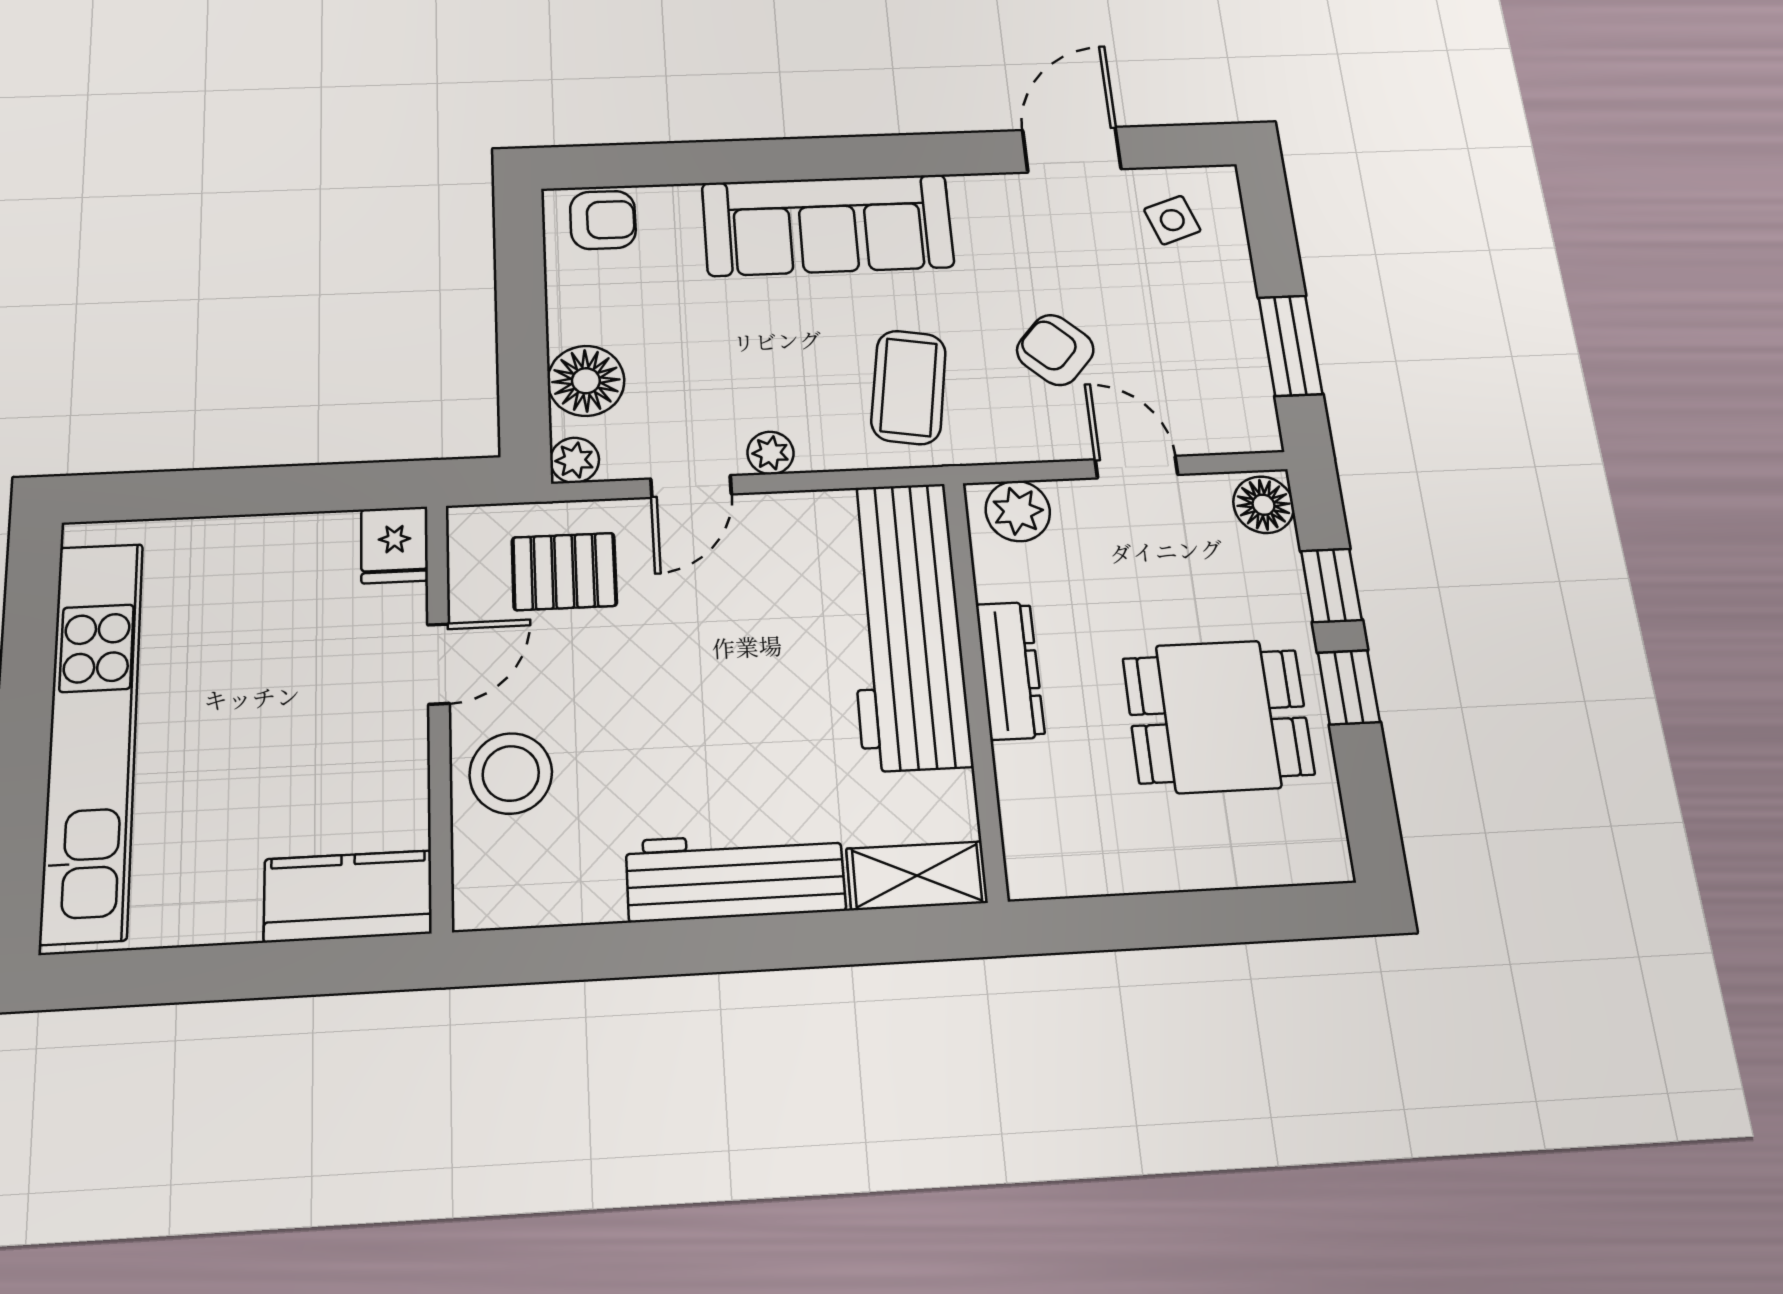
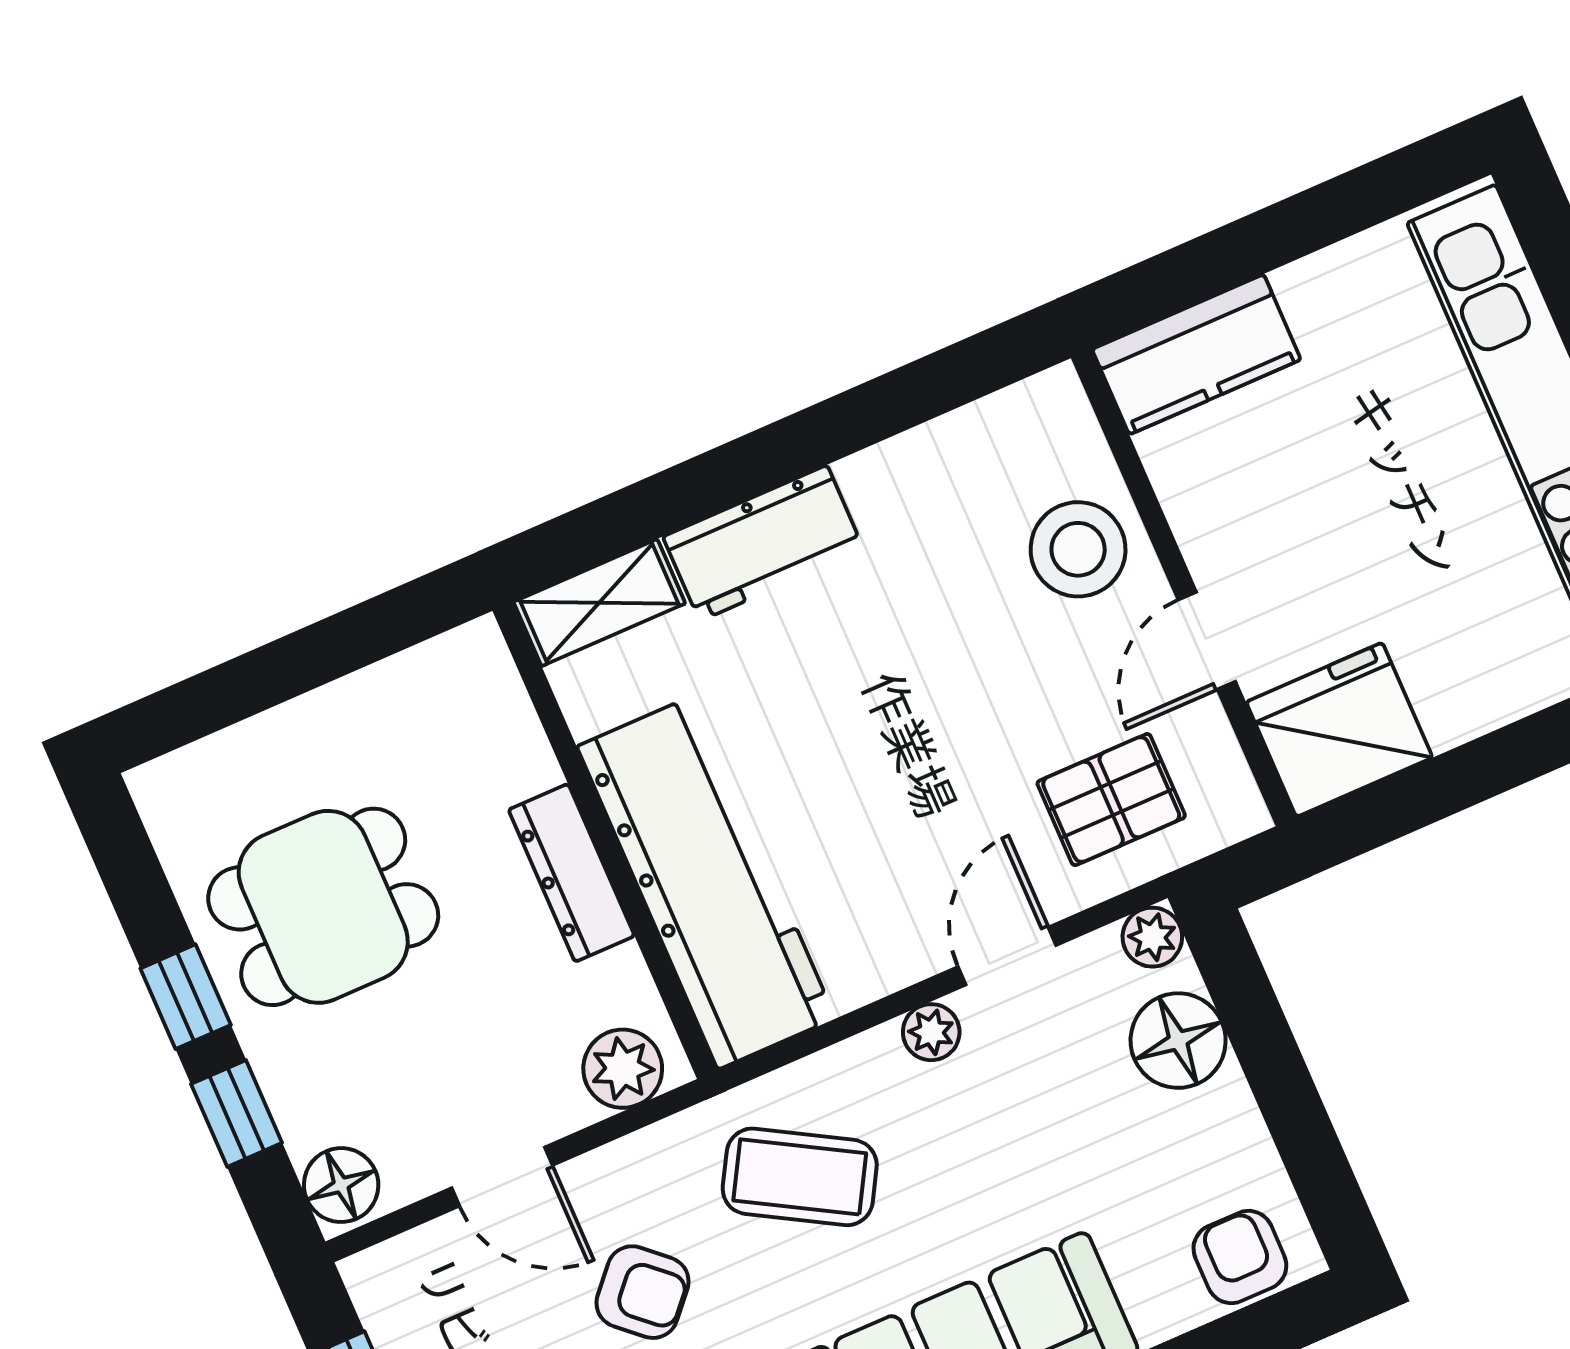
armchair: (603, 220) -> (1240, 1257), turned 90
coffee table: (909, 387) -> (800, 1177), turned -69
fridge: (395, 545) -> (1339, 730), width x1.88, depth x1.34
workbench: (735, 876) -> (763, 543), width x0.73

